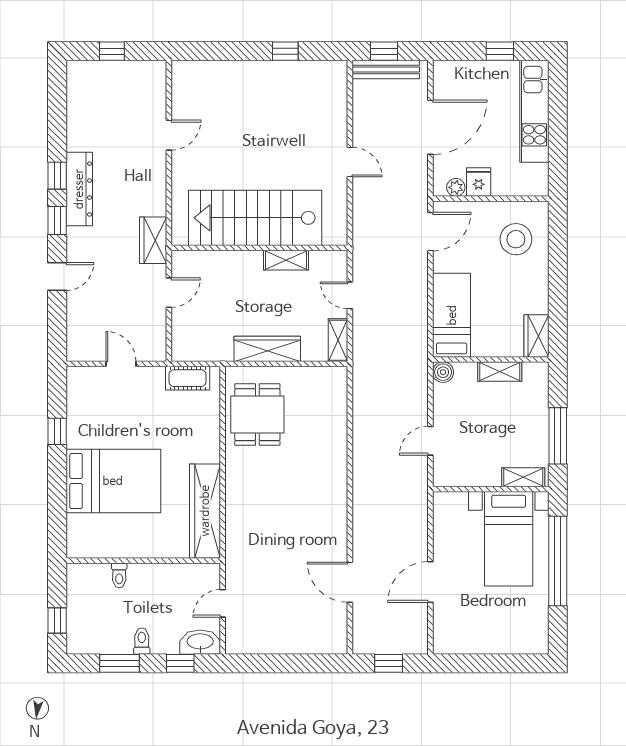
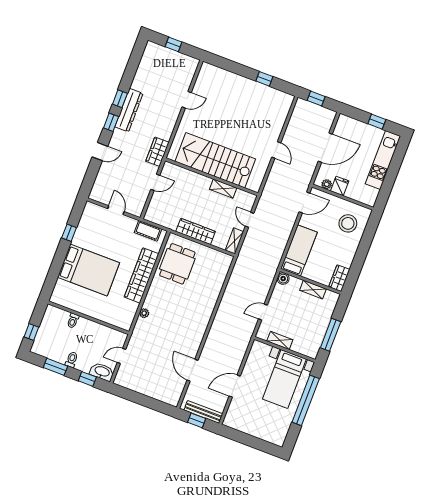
bench: (386, 69) -> (203, 412), moved
shelving: (523, 477) -> (280, 340), moved
wardrobe: (205, 511) -> (142, 275), moved
plant: (233, 518) -> (144, 313), added

